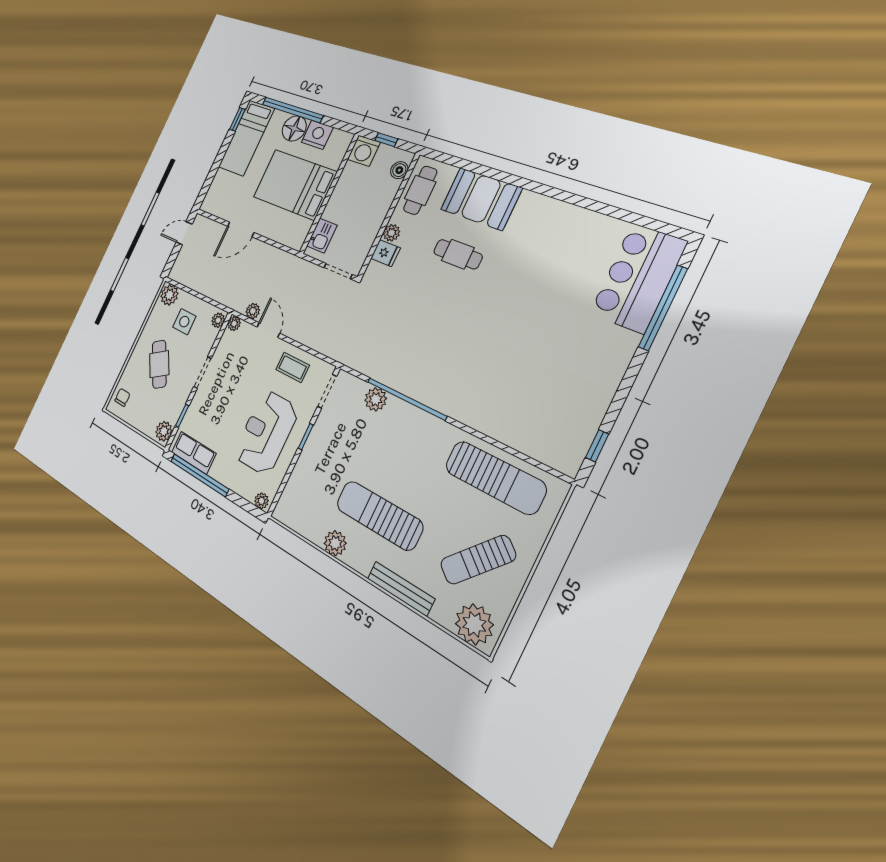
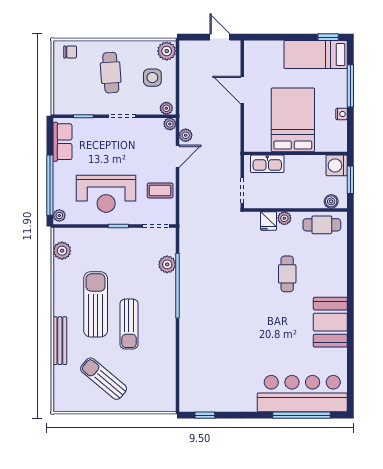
window: (292, 110) -> (350, 86), width x0.68
floor lamp: (294, 128) -> (336, 96), removed
nightstand: (317, 135) -> (342, 114), width x0.53, depth x0.56
window: (386, 140) -> (350, 180), width x1.50
booth: (481, 199) -> (330, 322), moved
kitchen sink: (322, 236) -> (267, 164), width x1.38
bar counter: (638, 278) -> (302, 394), width x1.36
cafe table: (159, 364) -> (111, 73), turned -62
coffee table: (293, 367) -> (160, 190), turned 90
plant: (164, 431) -> (64, 106), removed
reception desk: (266, 432) -> (106, 194), turned 180
window: (199, 475) -> (50, 185), moved
sun lounger: (495, 477) -> (129, 324), moved, width x0.73, depth x0.75
plant: (335, 543) -> (62, 251), moved
plant: (474, 624) -> (66, 394), removed

